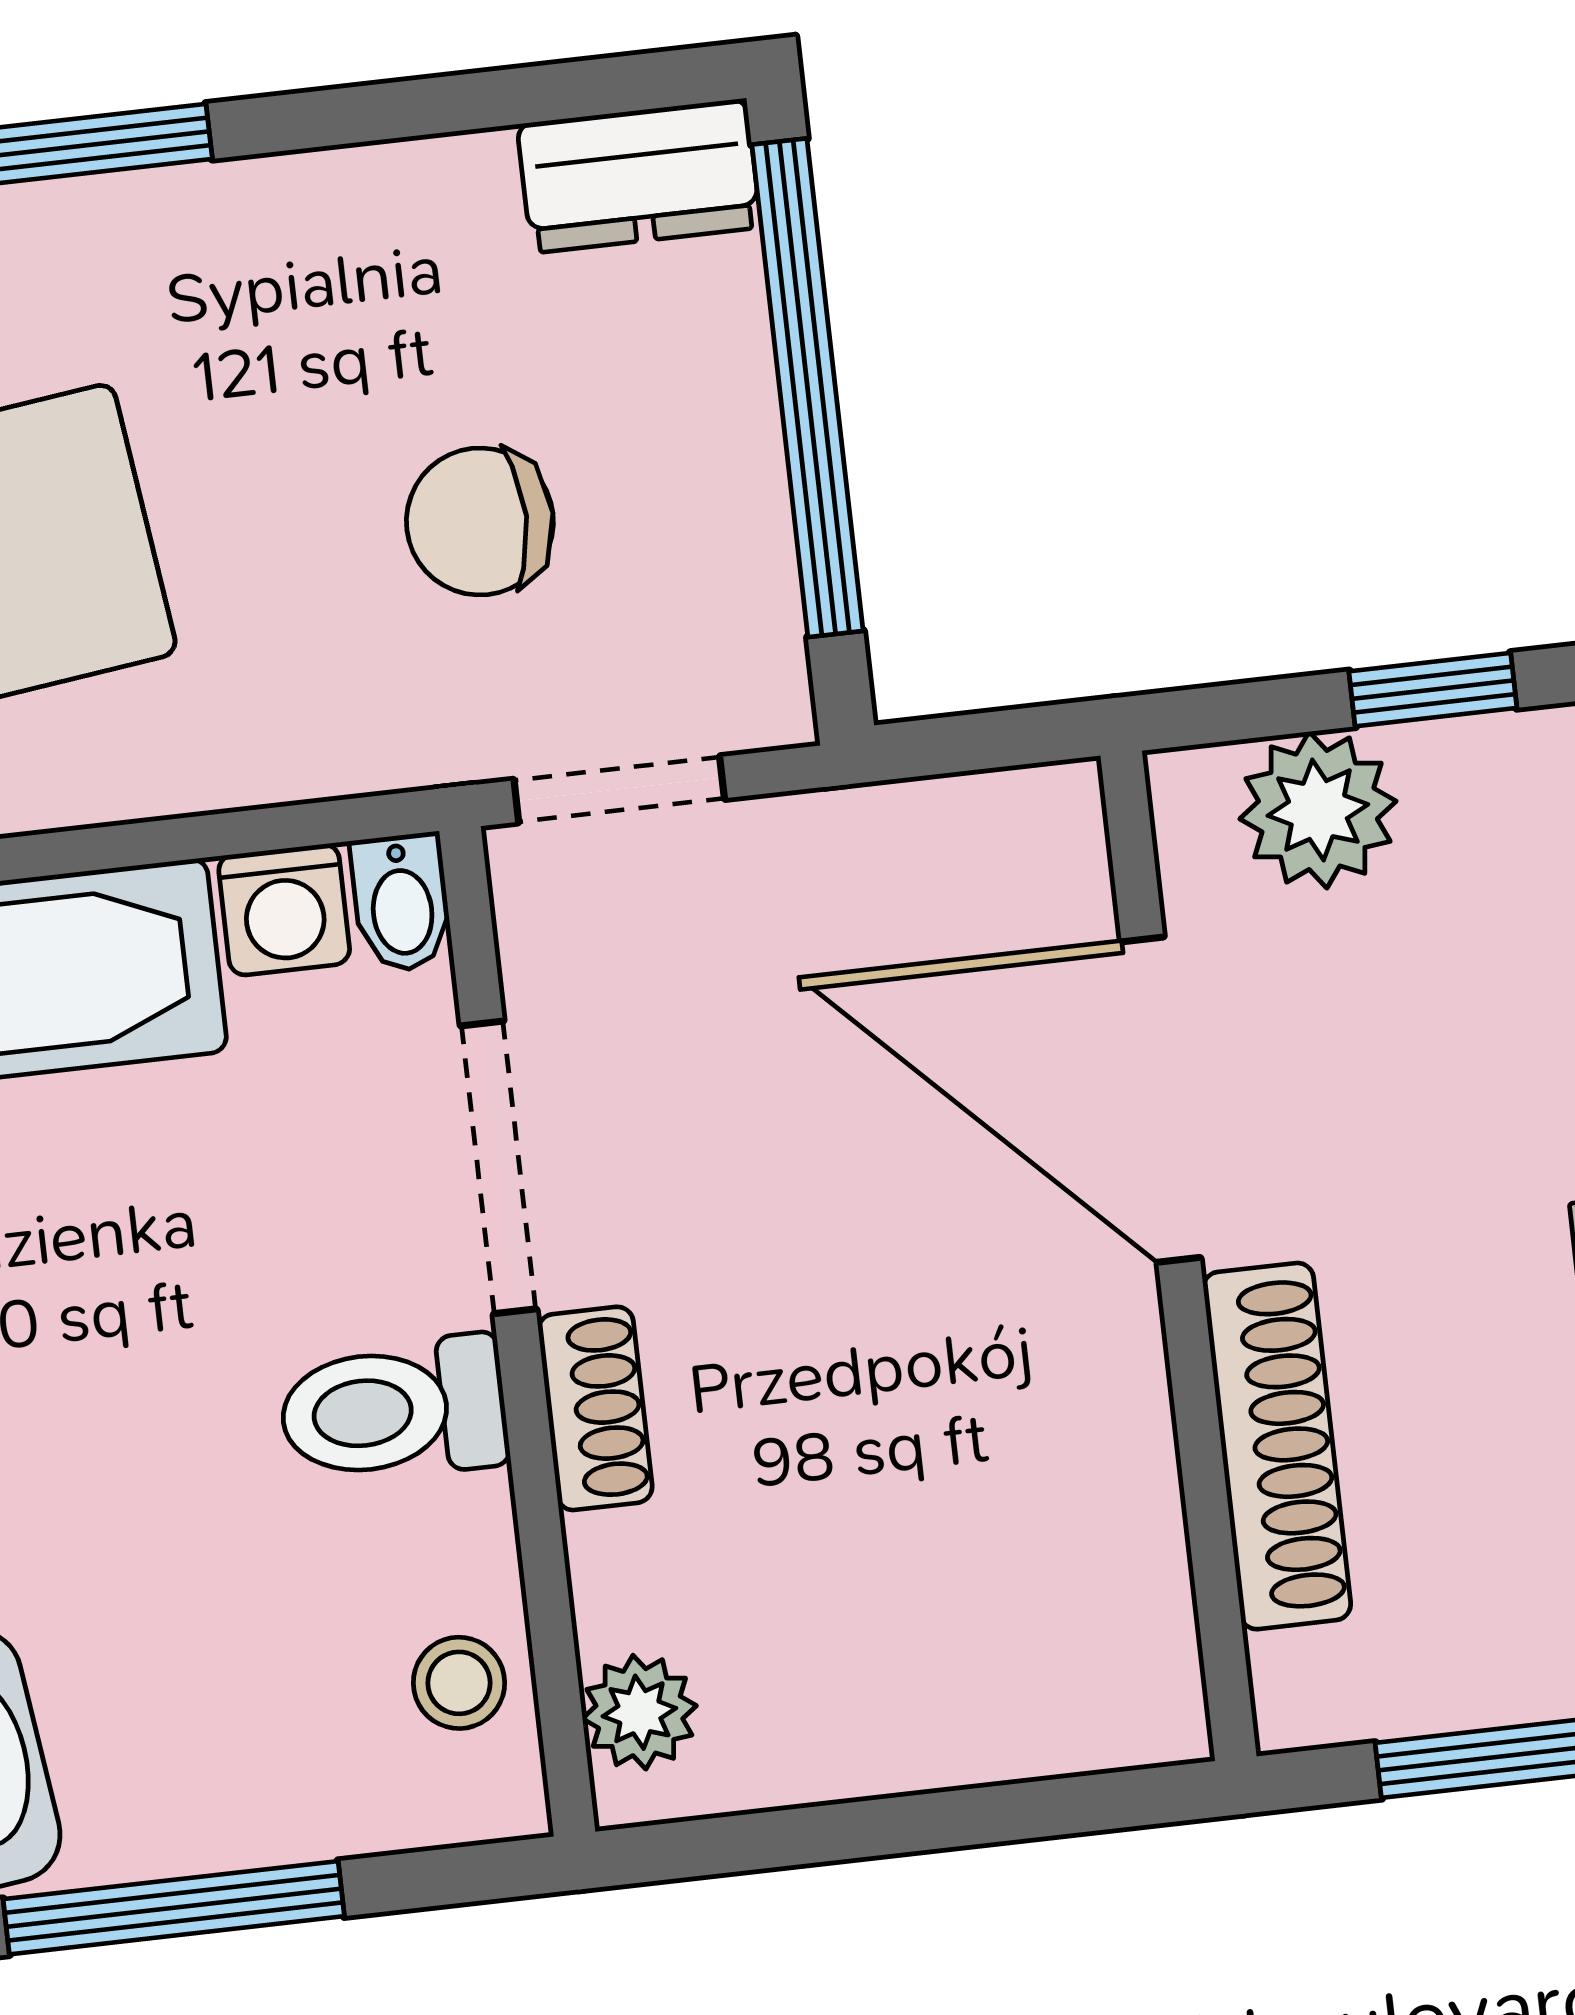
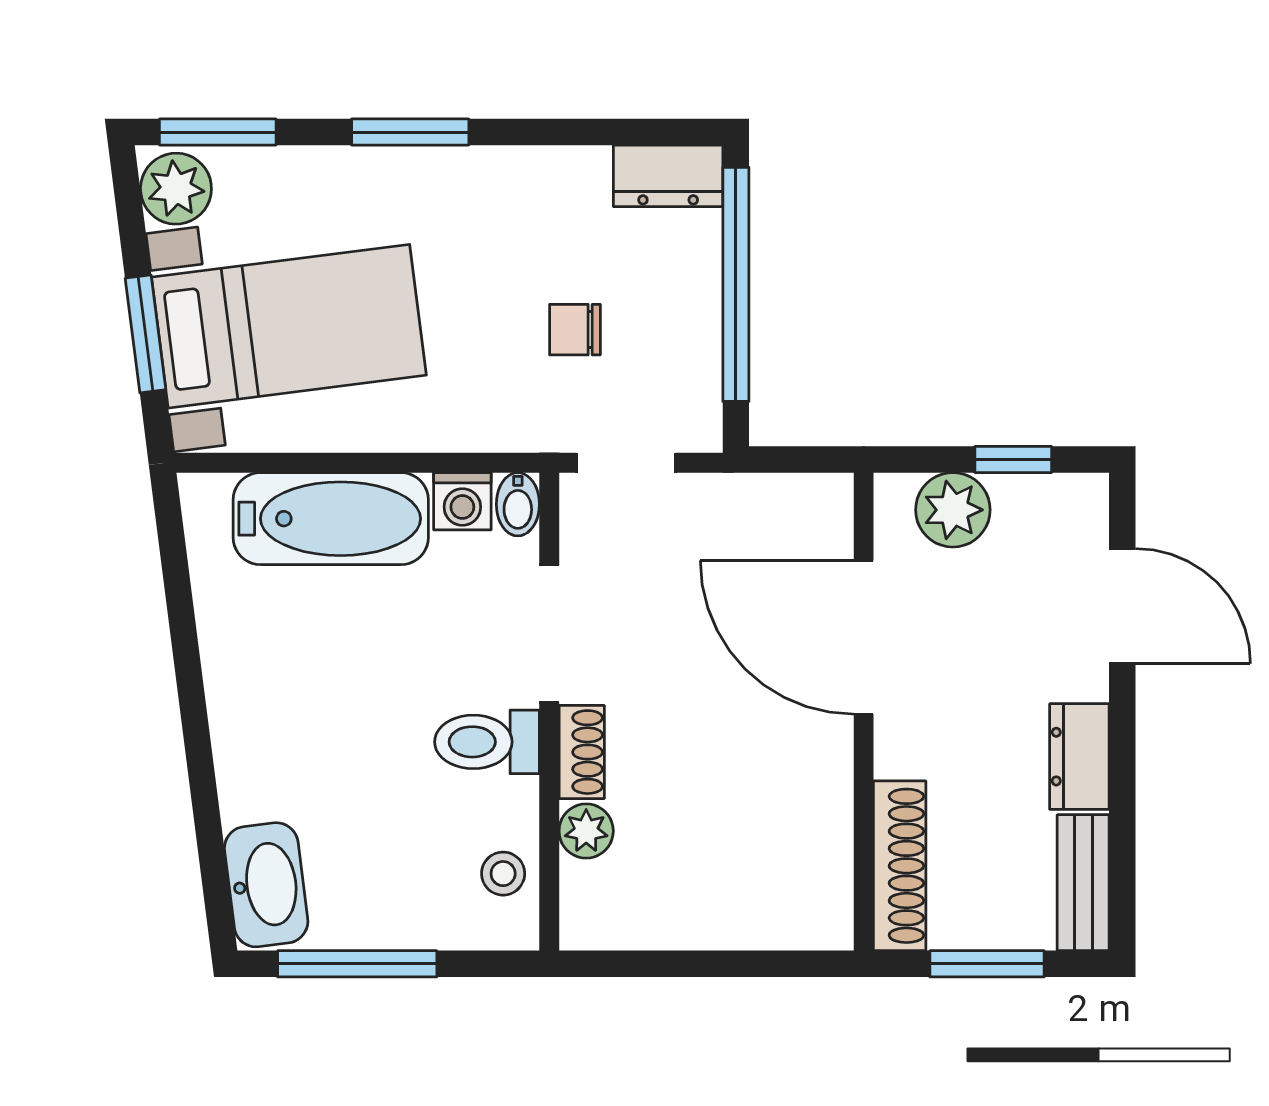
chair: (480, 522) -> (575, 330), width x0.73, depth x0.73
shoe rack: (1277, 1446) -> (900, 866), moved
plant: (639, 1712) -> (586, 831), moved

